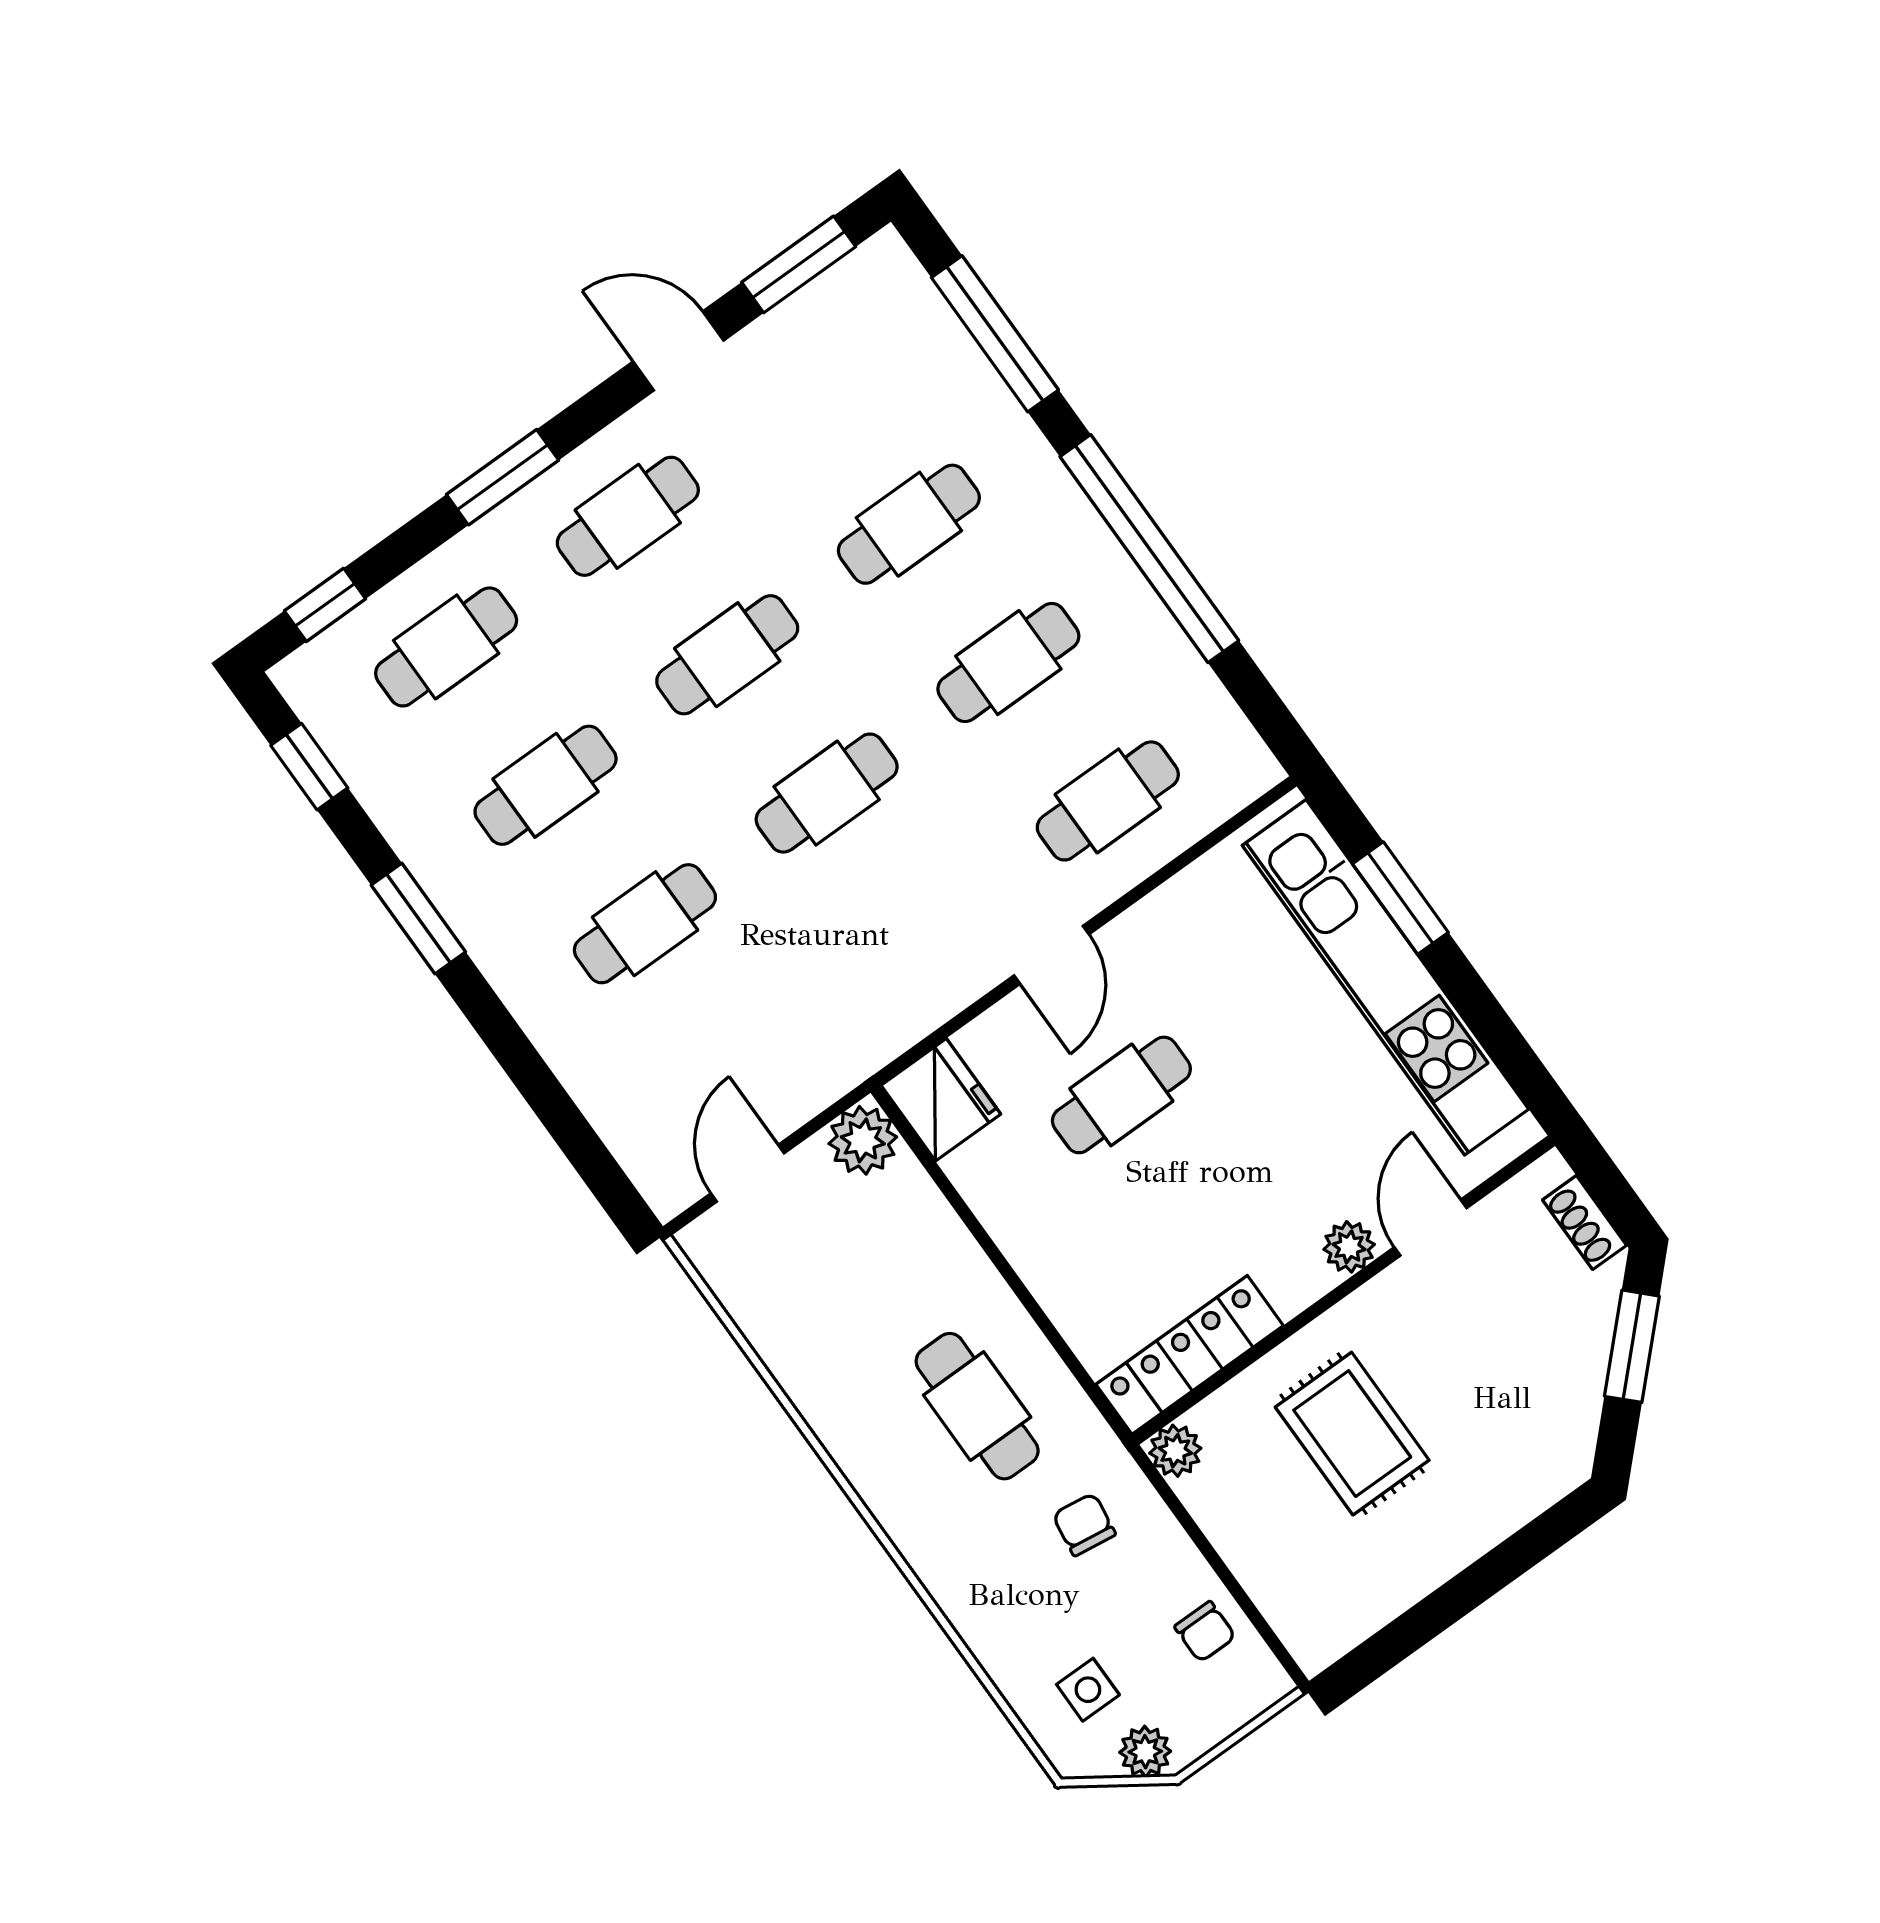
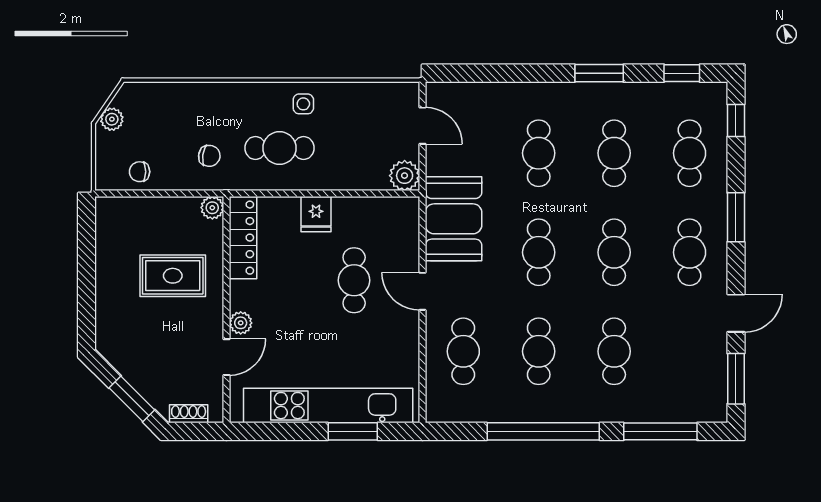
booth: (878, 994) -> (453, 219), added
fridge: (941, 1100) -> (316, 214), moved, width x0.72
door: (1431, 1228) -> (227, 357), hinge flipped
side table: (1088, 1690) -> (303, 104), moved

